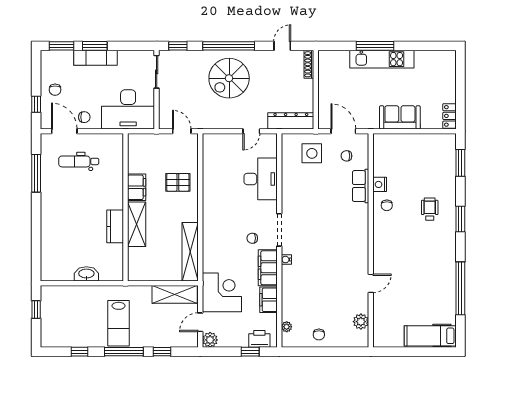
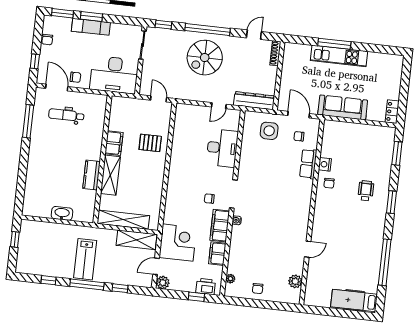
chair: (55, 90) -> (47, 40), moved
sofa: (400, 117) -> (343, 107), width x1.36
shelving: (190, 252) -> (123, 220), moved, turned 90

